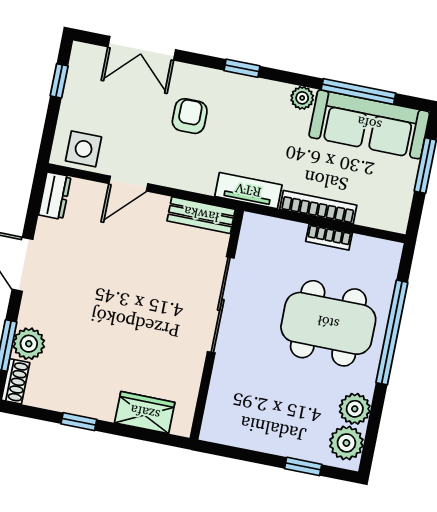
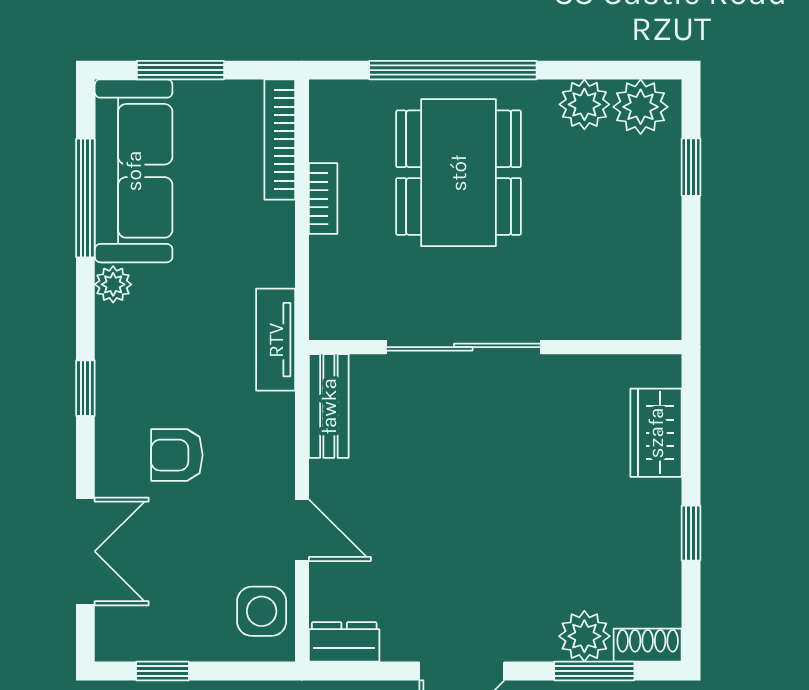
bookcase: (318, 207) -> (280, 139), moved

